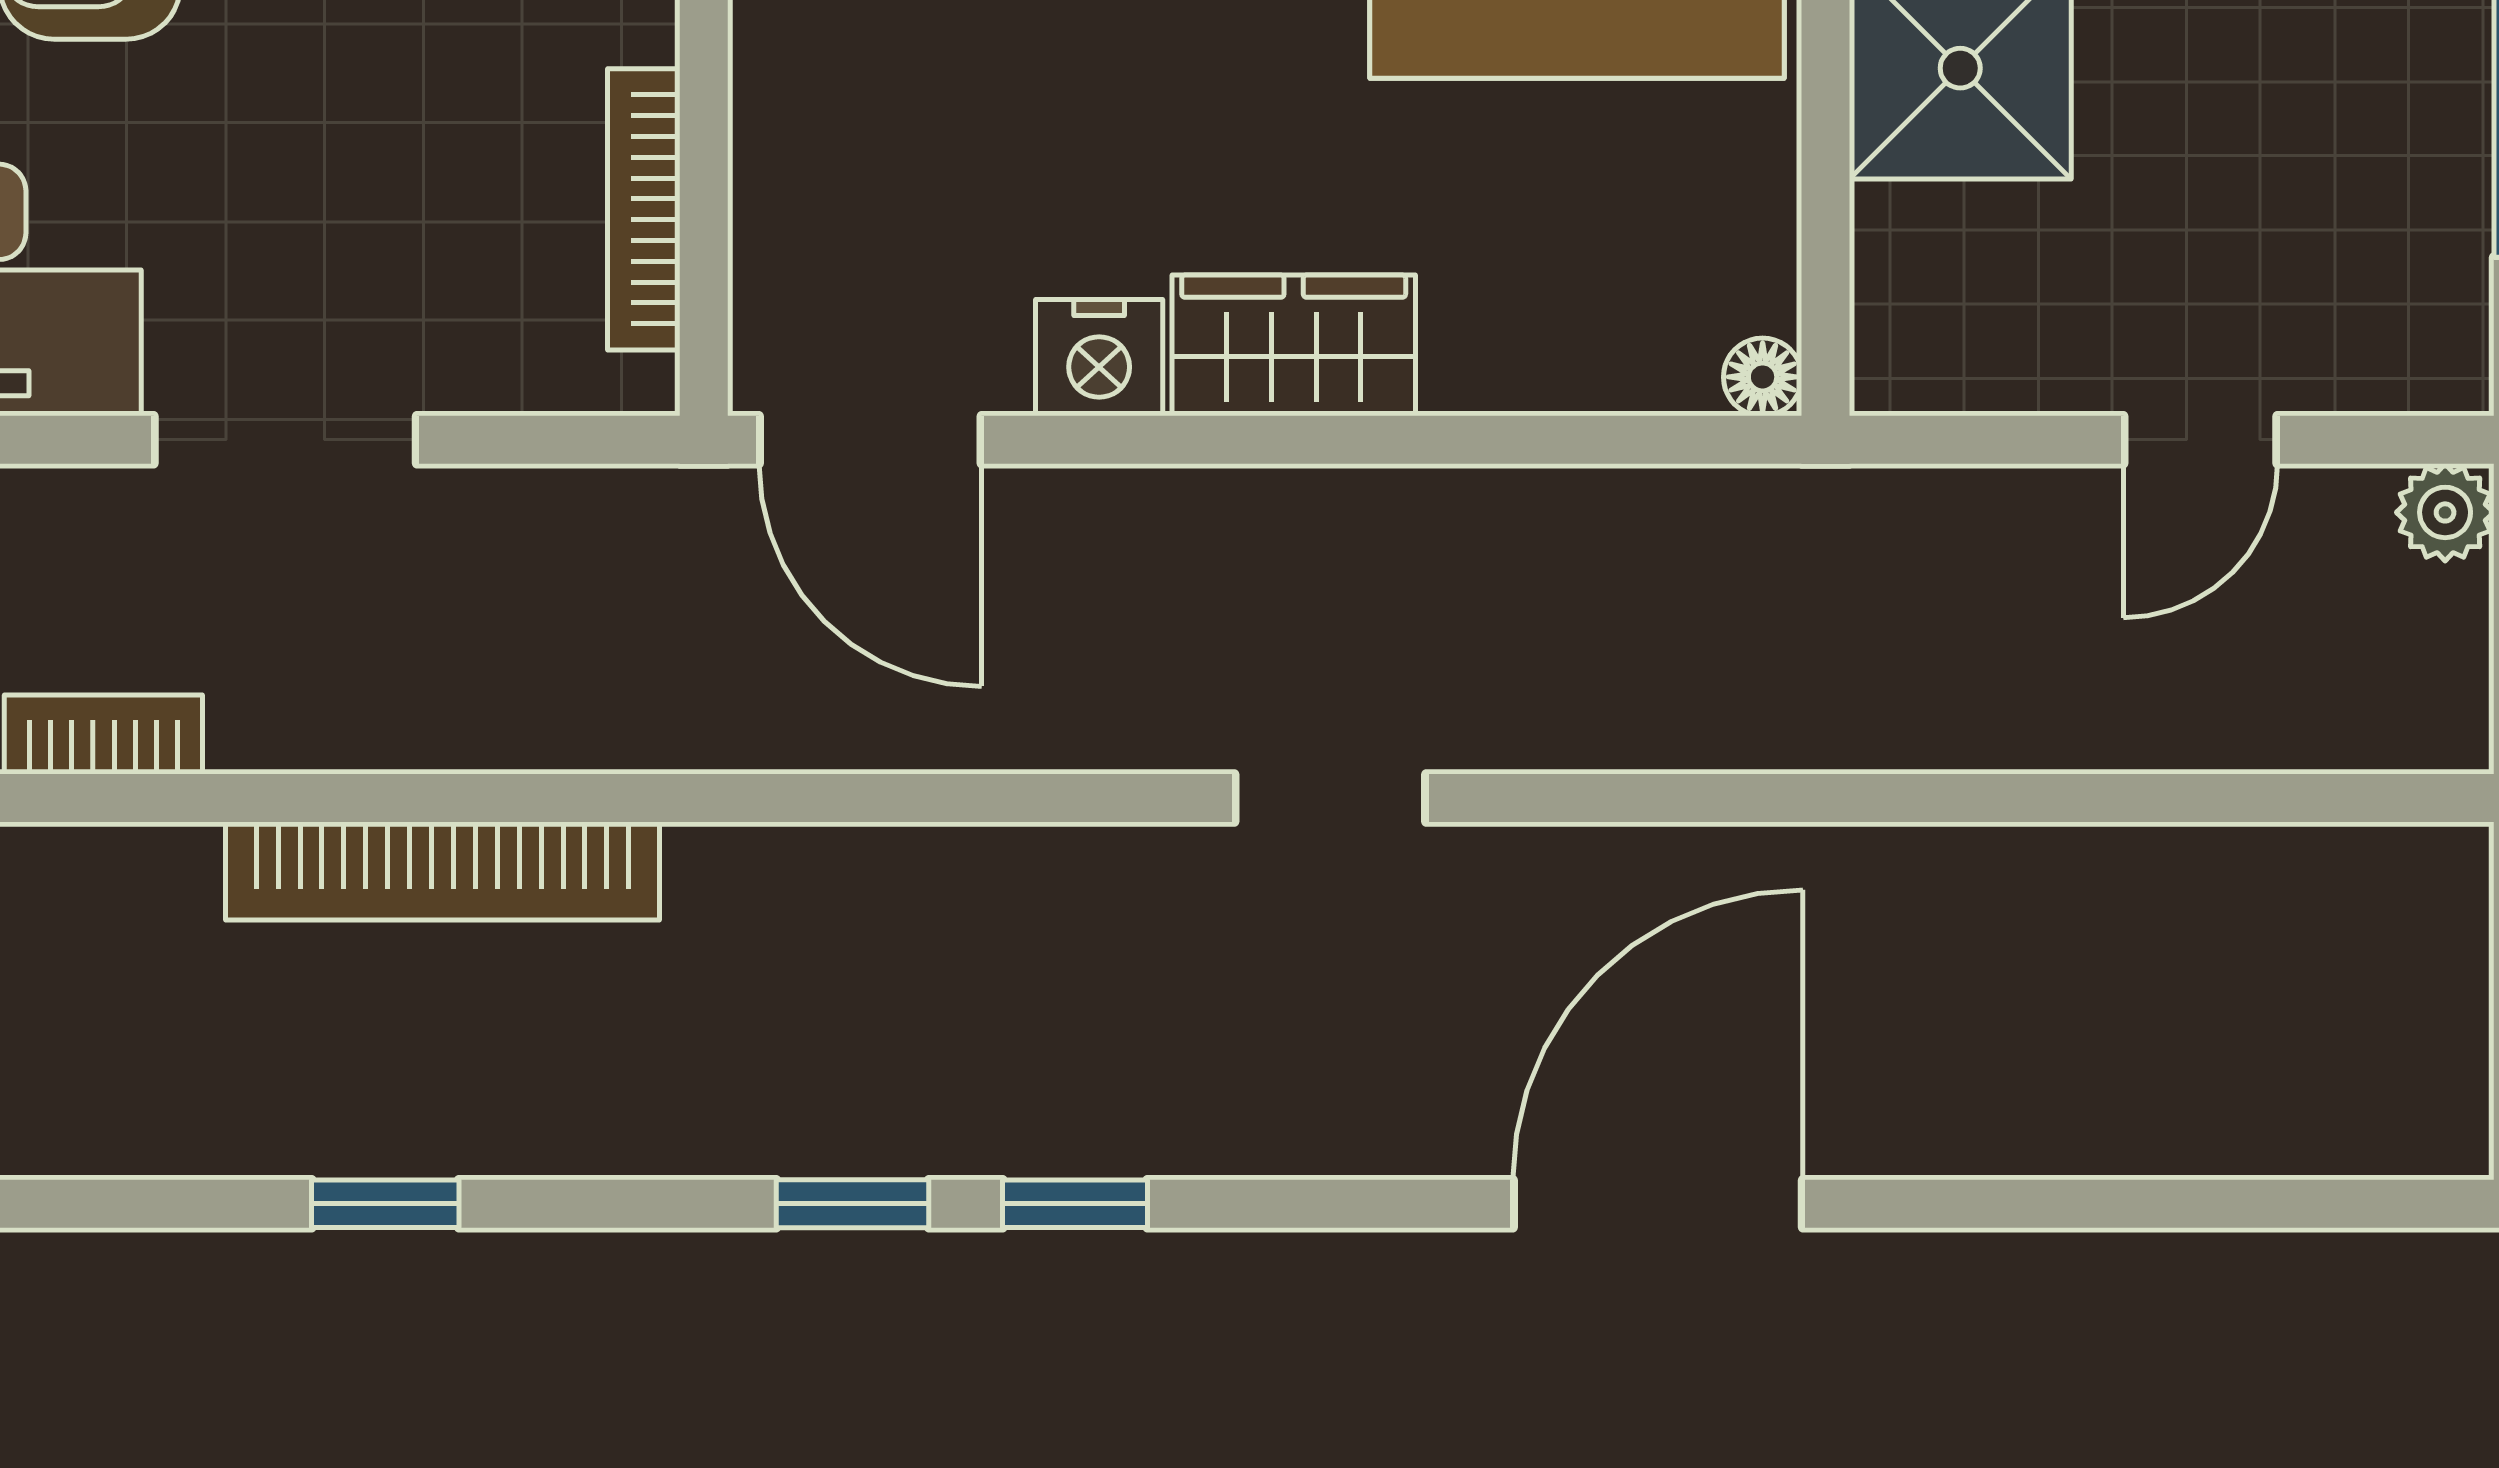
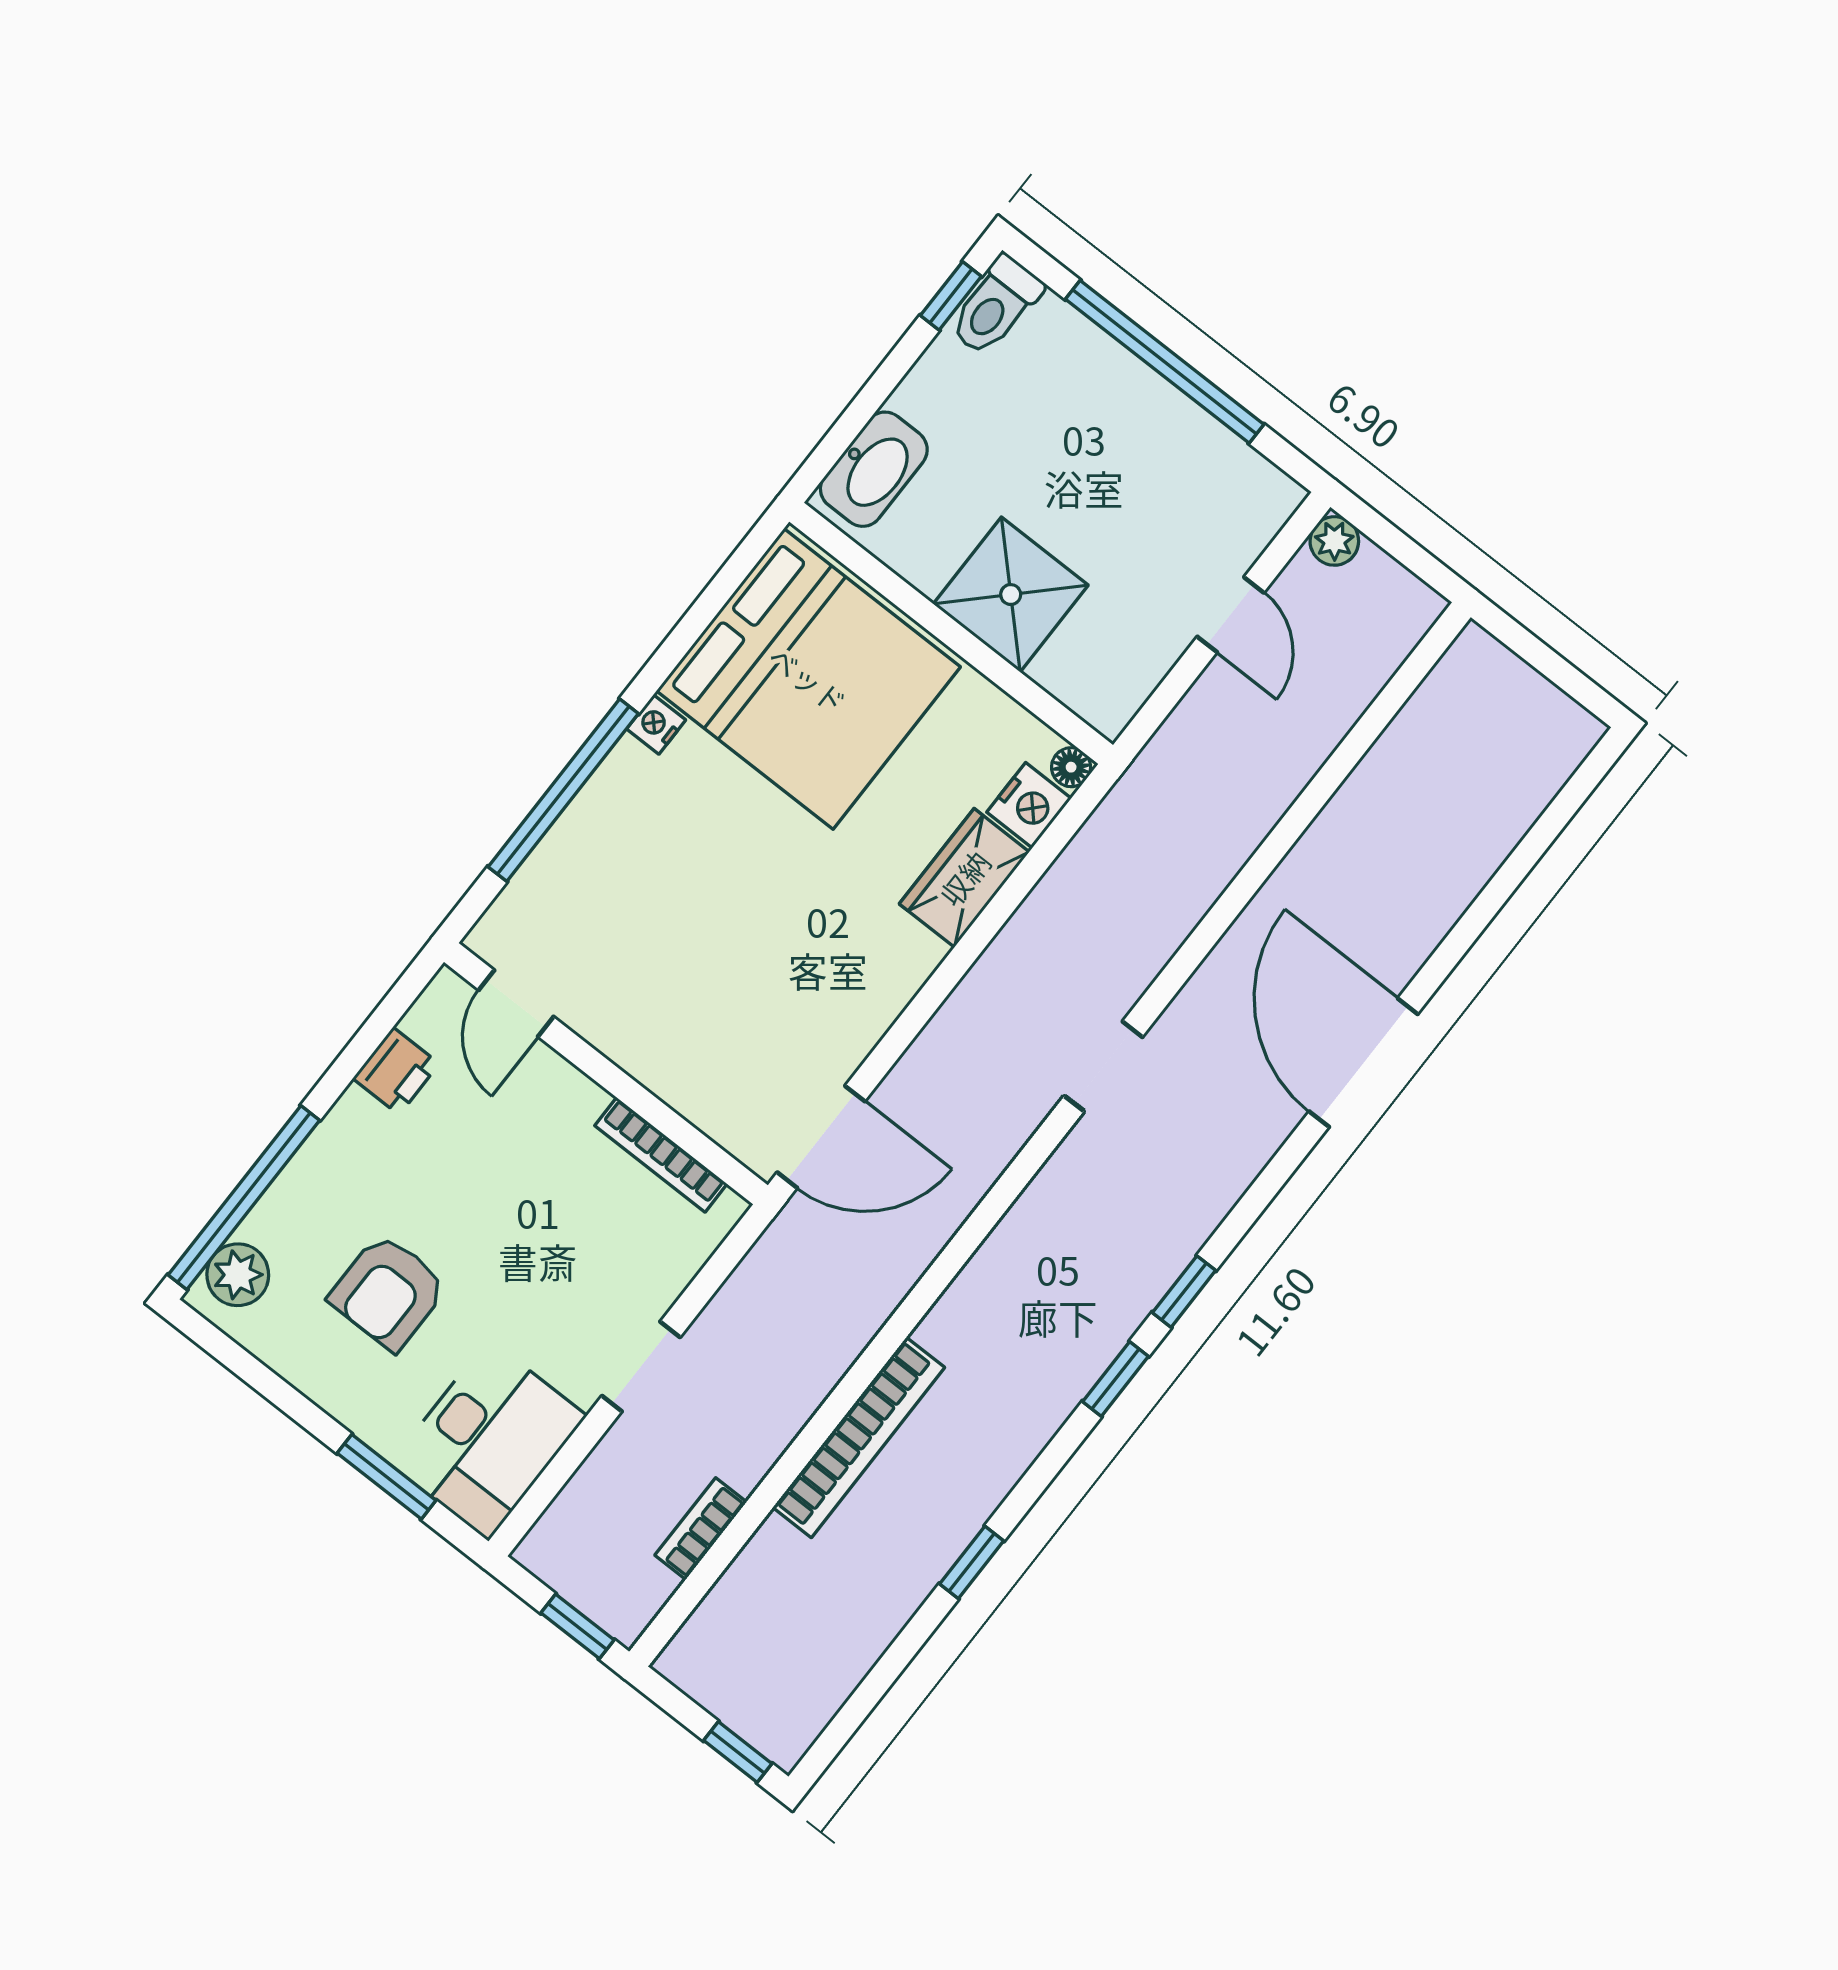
wardrobe: (1294, 345) -> (964, 878), moved
nightstand: (1099, 358) -> (1029, 805), moved
doorway: (285, 440) -> (641, 1366), width x0.73

